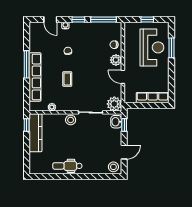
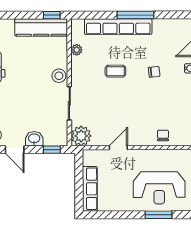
plant: (116, 60) -> (142, 138), removed
washbasin: (116, 122) -> (34, 139), moved

